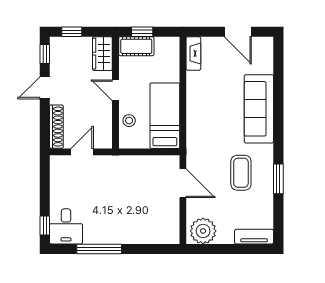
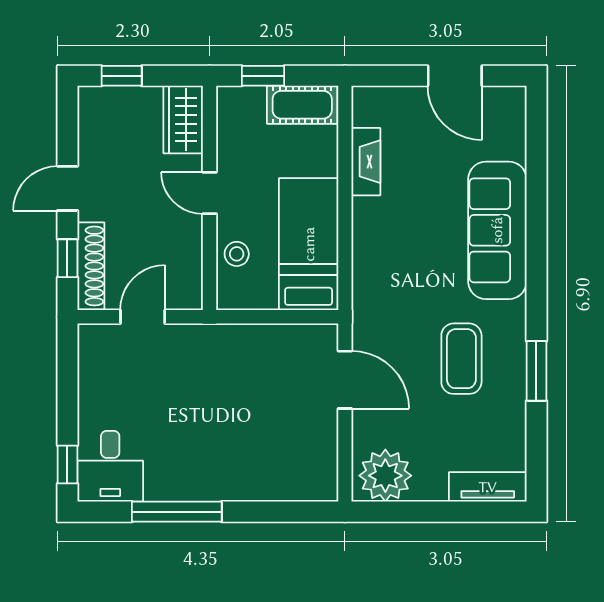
cot: (136, 46) -> (302, 105), moved
window: (45, 54) -> (67, 258), moved
fireplace: (193, 54) -> (366, 162), moved

